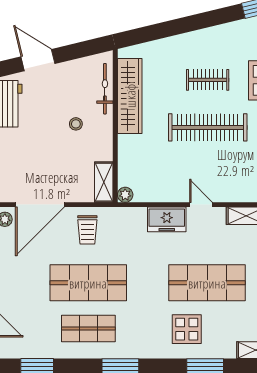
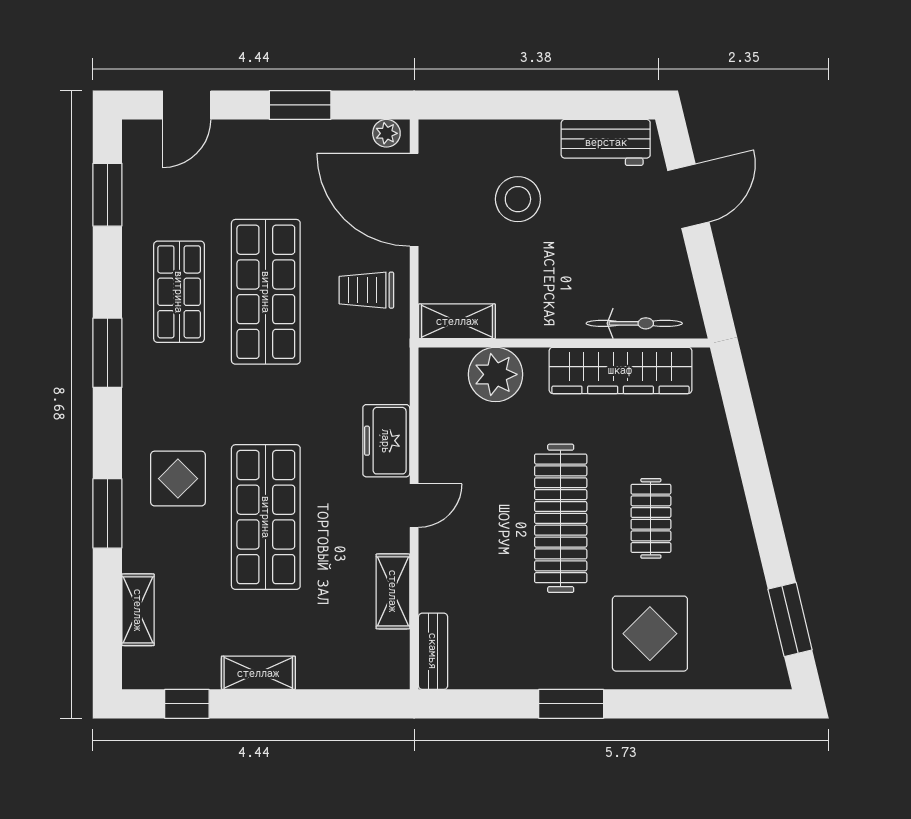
stool: (76, 124) -> (518, 199), moved, width x1.89, depth x1.89
plant: (125, 195) -> (496, 374), moved, width x1.87, depth x1.87

